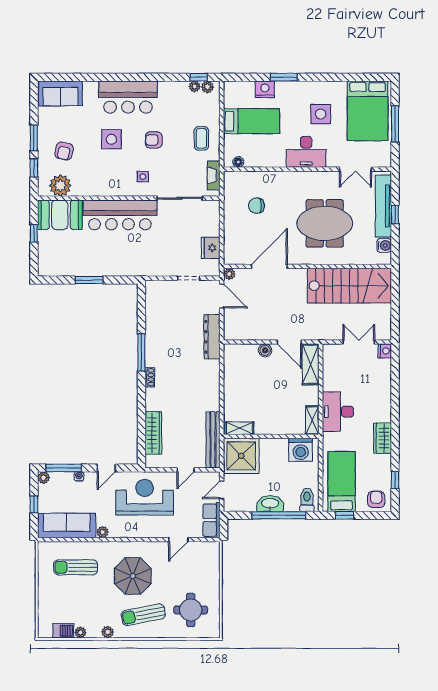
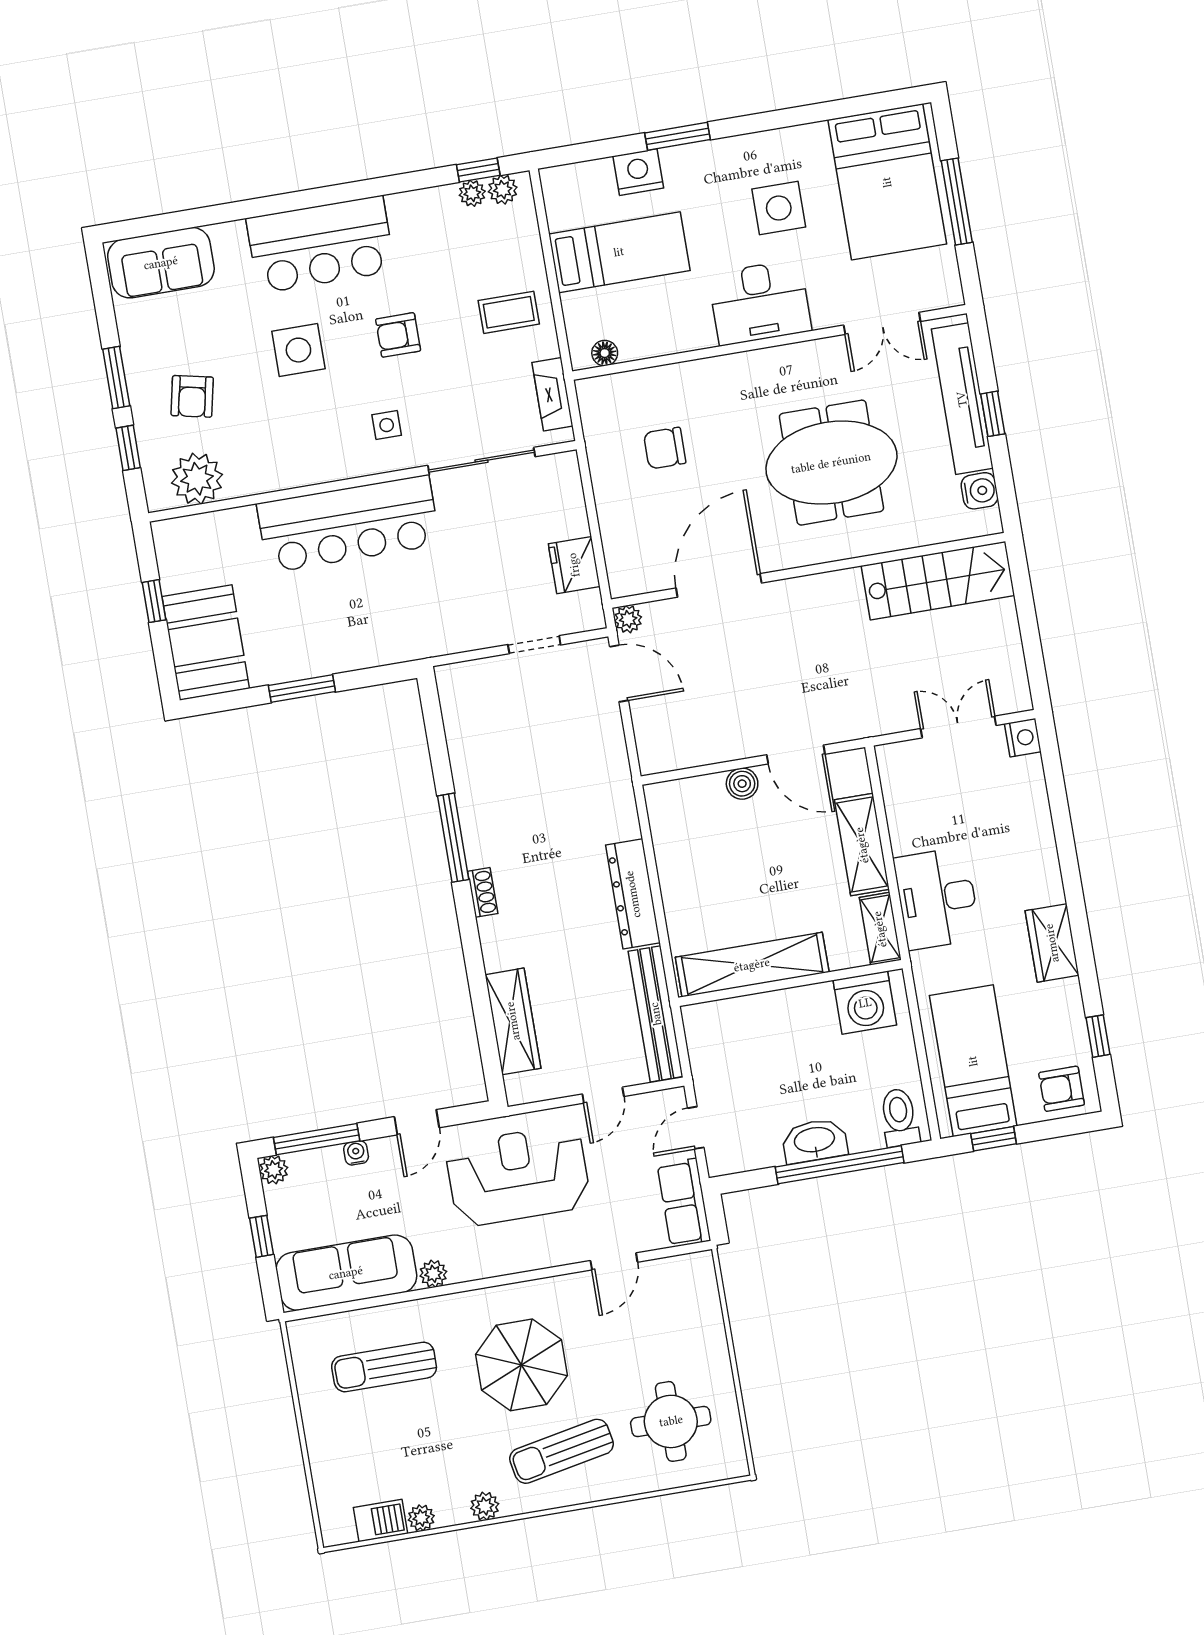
coffee table: (201, 138) -> (509, 312), turned 90
booth: (60, 215) -> (206, 643), moved, turned 90
stairs: (349, 286) -> (938, 581), width x0.73, depth x0.66
dresser: (212, 337) -> (633, 894), moved
shelving: (311, 364) -> (862, 845), moved
shelving: (239, 428) -> (752, 965), width x2.20, depth x1.33
shower: (241, 456) -> (728, 1040), removed
armchair: (376, 499) -> (1062, 1089), turned -90

